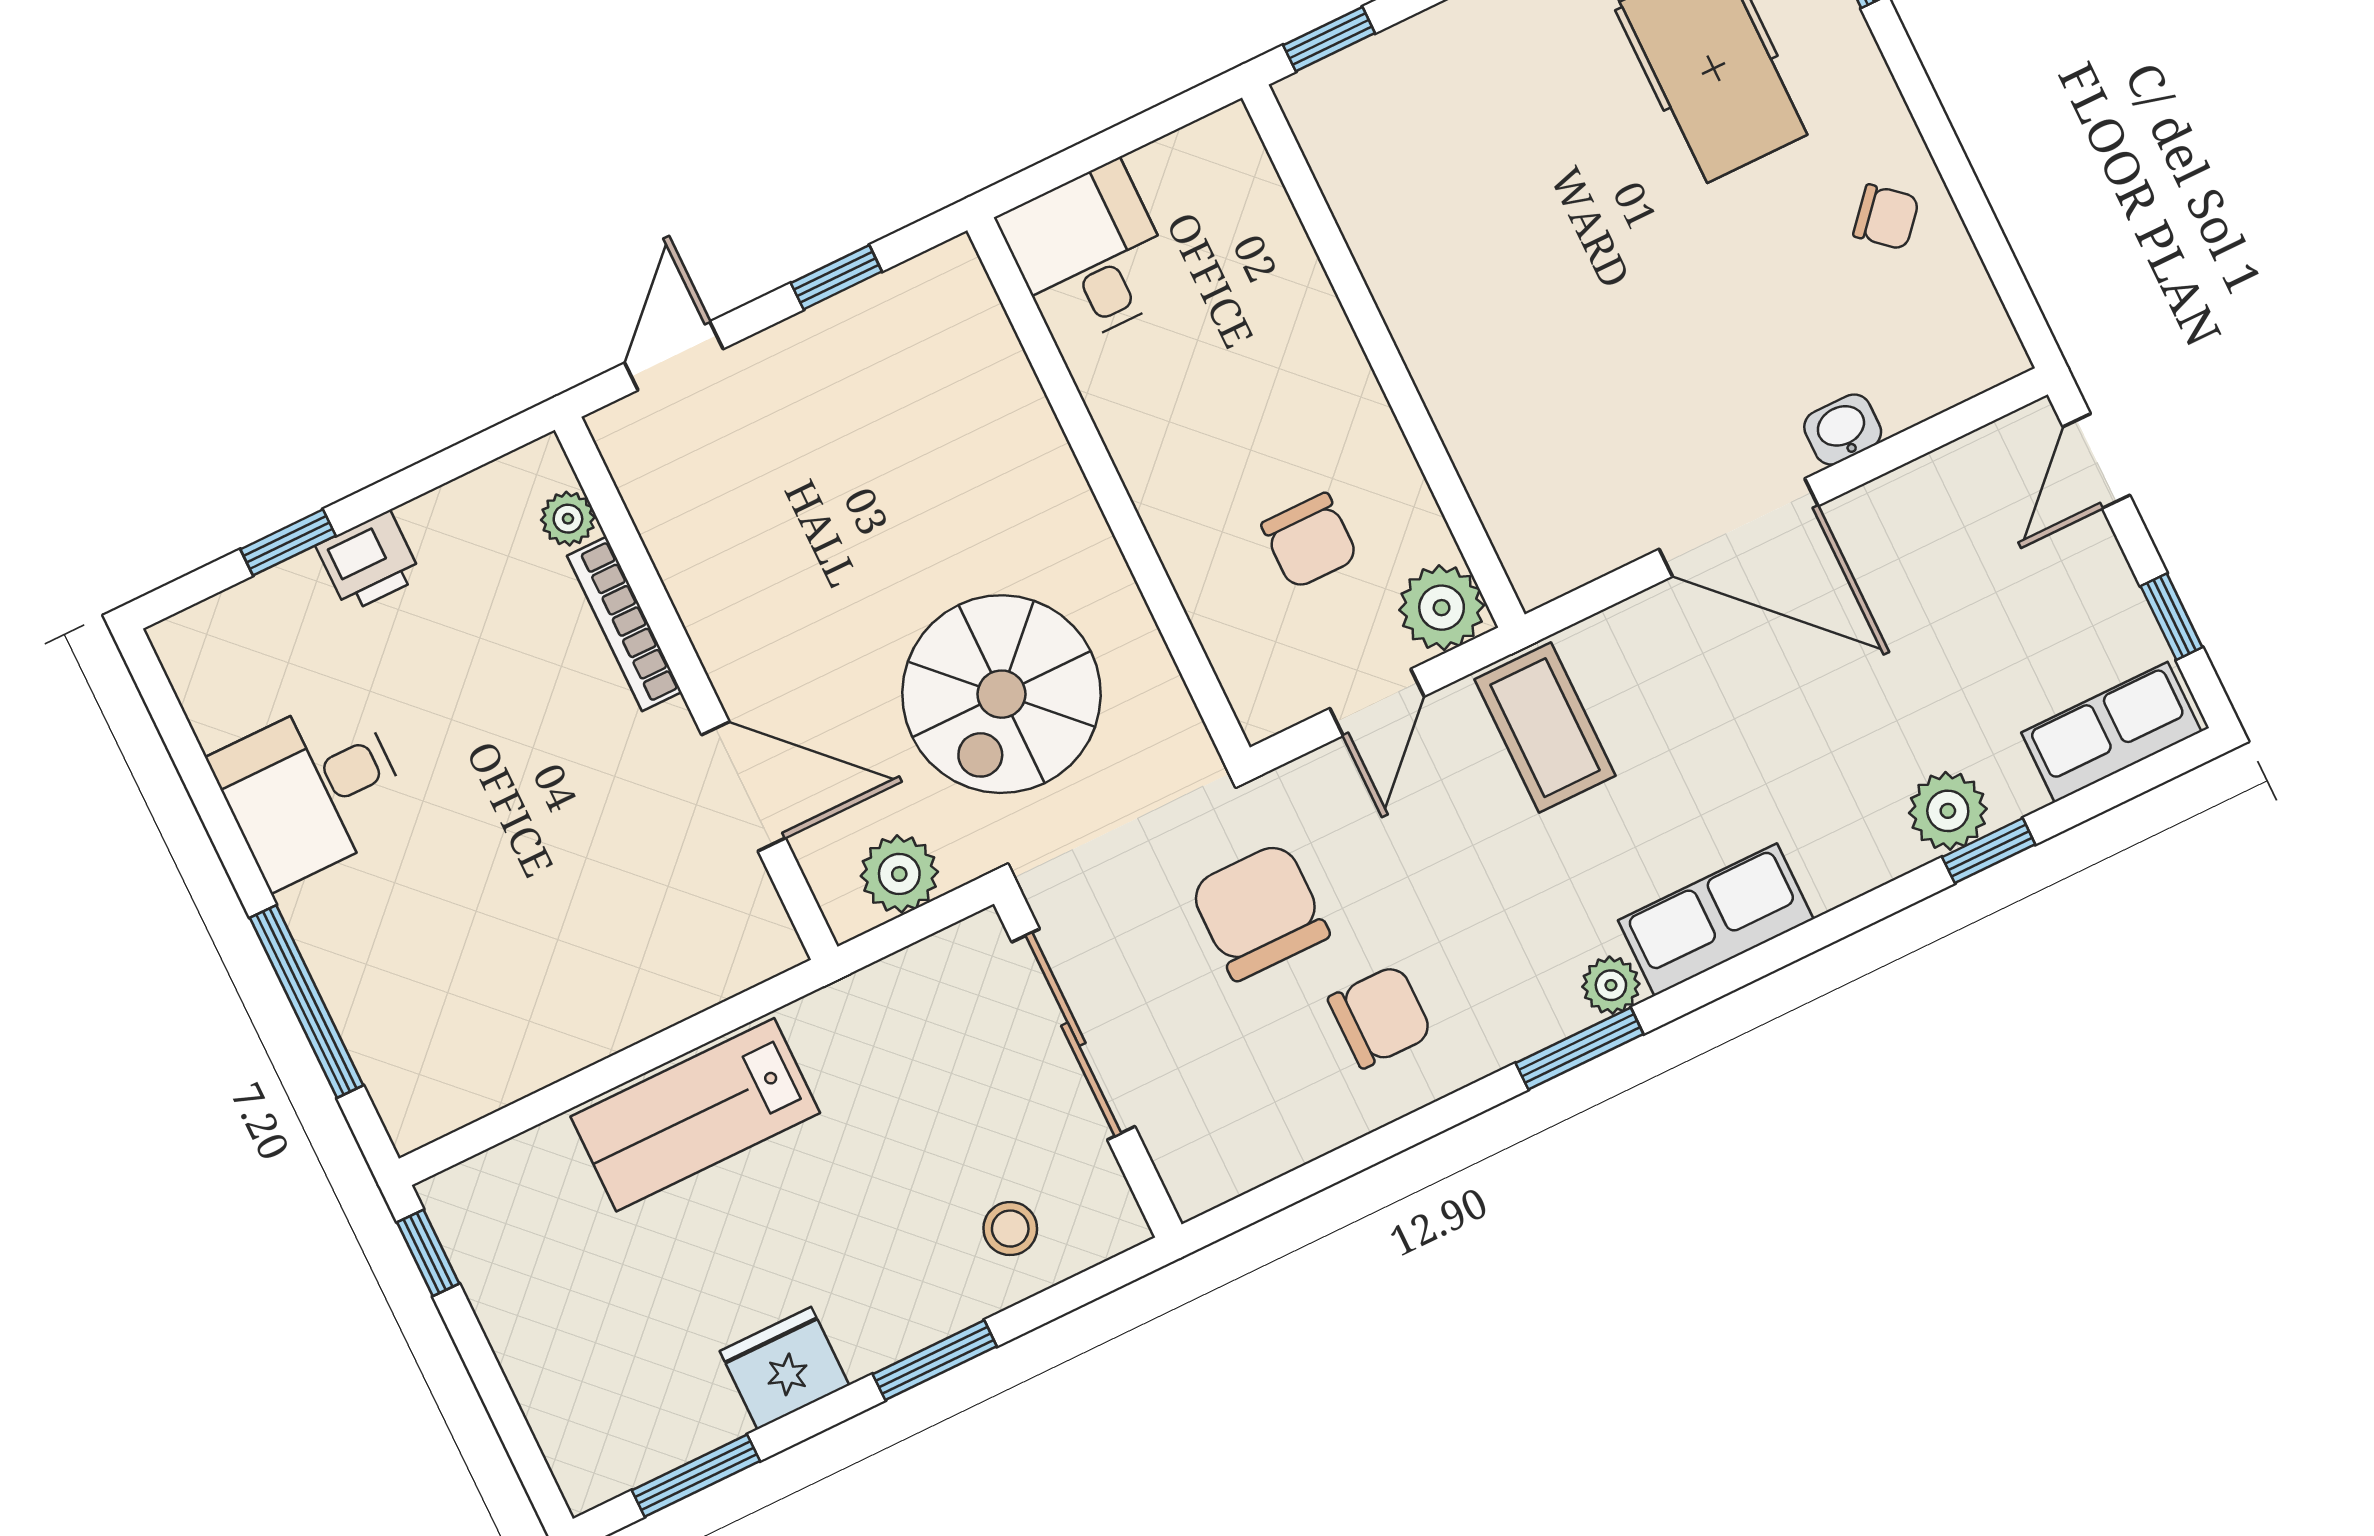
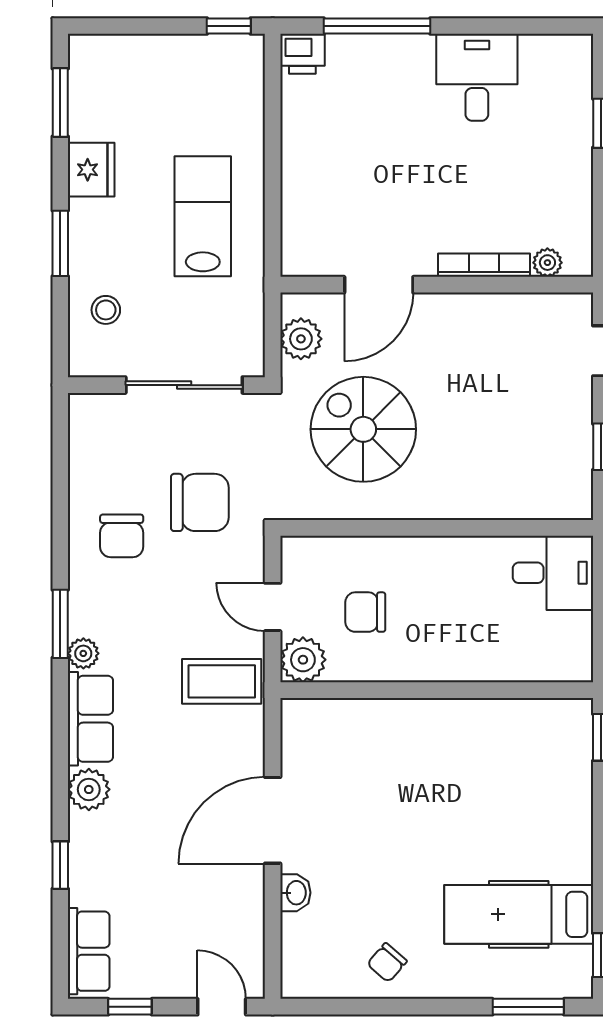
printer: (369, 561) -> (302, 54), moved, turned -90
plant: (1948, 811) -> (89, 789), moved
lab bench: (695, 1115) -> (203, 216), moved

